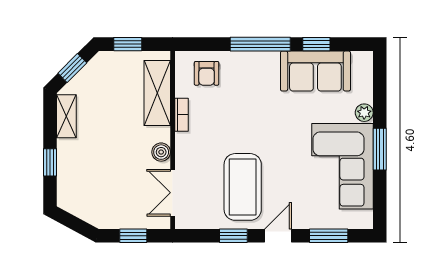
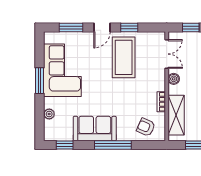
window: (316, 44) -> (65, 145), moved
sofa: (315, 71) -> (95, 129), moved
armchair: (207, 73) -> (146, 127), turned -66
plant: (364, 113) -> (49, 114), moved

